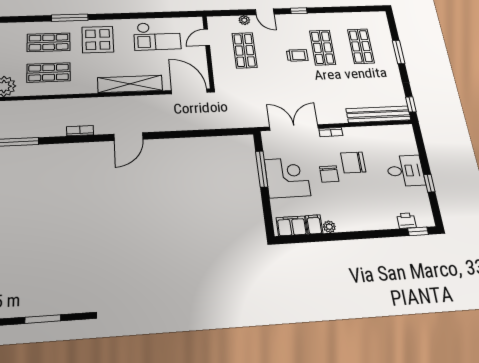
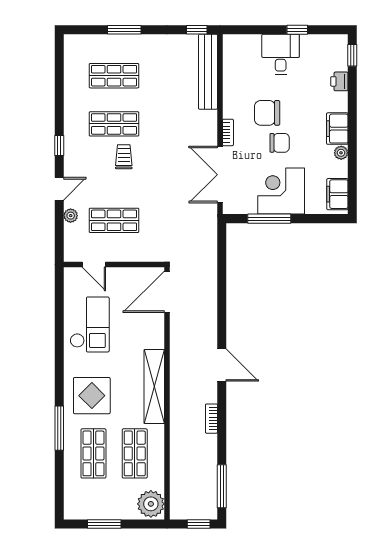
shelving: (130, 84) -> (154, 387), moved
chair: (353, 162) -> (267, 113), turned 90
printer: (406, 221) -> (339, 81), moved
filing cabinet: (314, 224) -> (337, 129), moved, width x2.00

